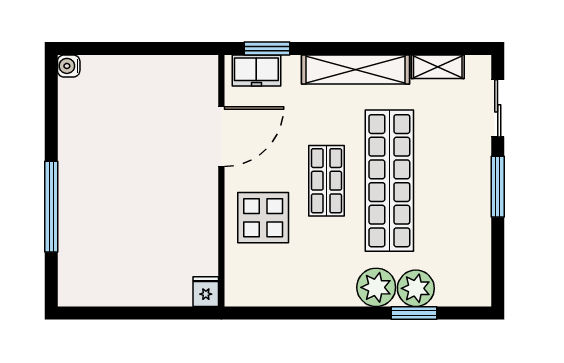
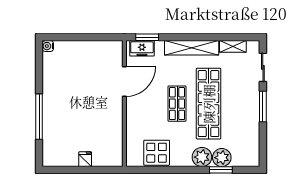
display table: (263, 218) -> (157, 153), moved
fridge: (206, 292) -> (85, 159), moved

